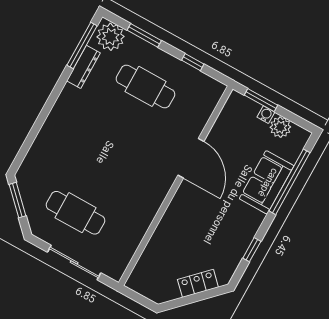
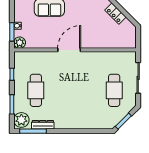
plant: (280, 127) -> (20, 43), moved
door: (191, 158) -> (69, 50), moved

